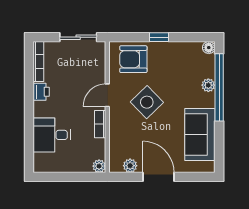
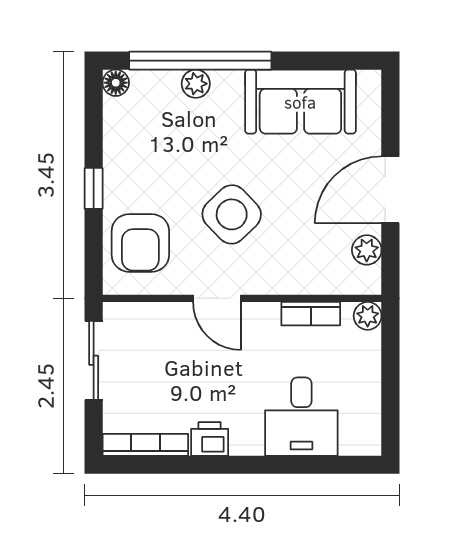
bookcase: (100, 124) -> (311, 314), moved

